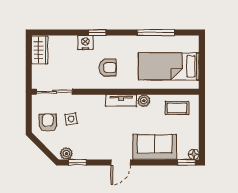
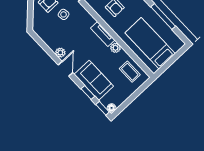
plant: (66, 153) -> (60, 53), moved
window: (77, 162) -> (88, 93), moved
door: (121, 162) -> (65, 69), swing flipped

